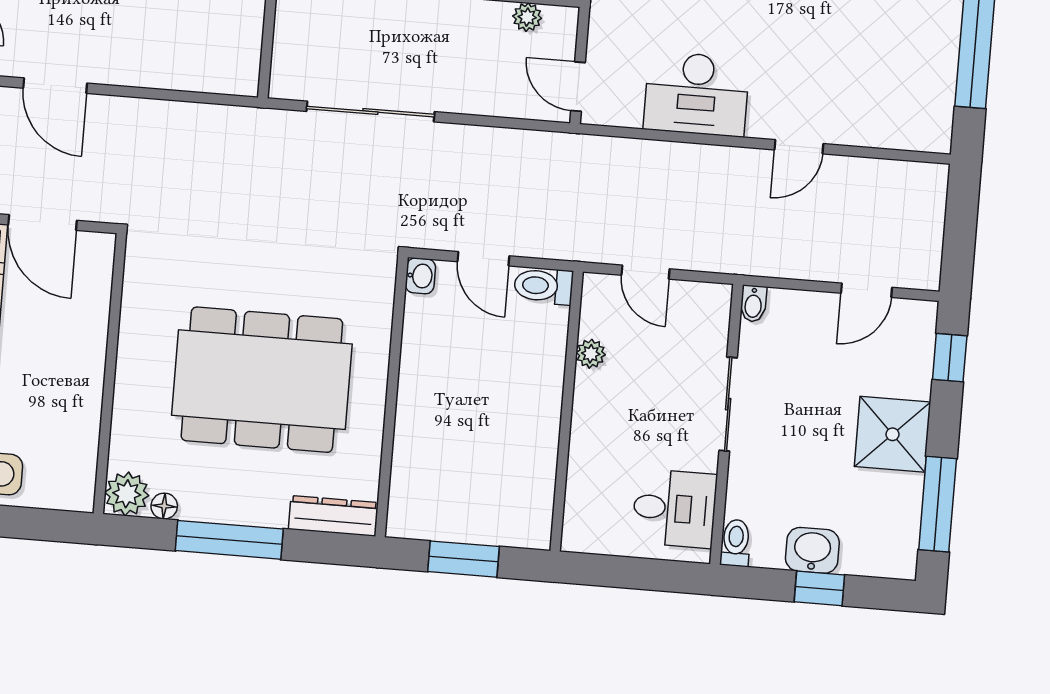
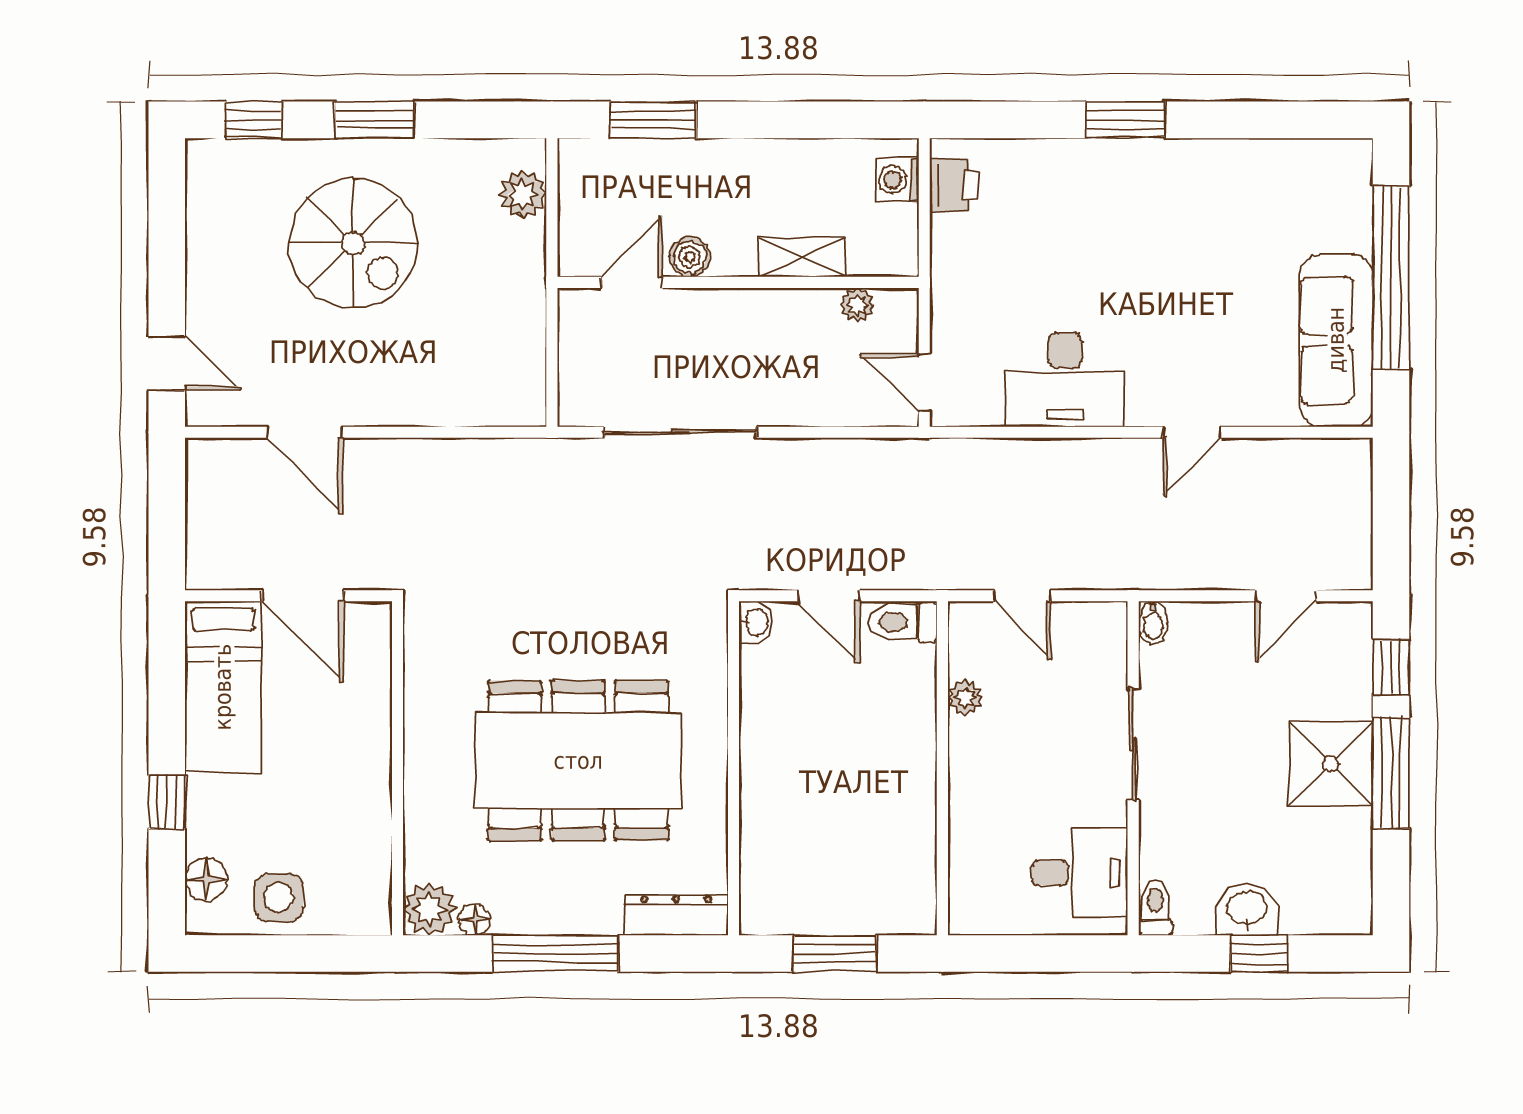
sofa: (926, 80) -> (1336, 340), added
window: (938, 504) -> (1391, 773), moved

